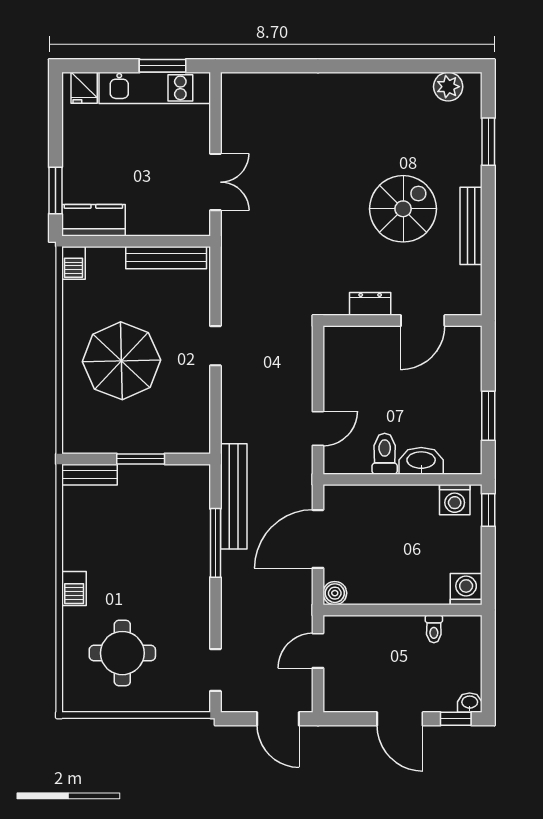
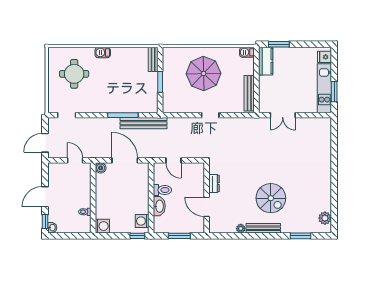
plant: (472, 277) -> (241, 229), added
dresser: (370, 304) -> (214, 184), moved
wall: (402, 321) -> (207, 198), moved
door: (423, 321) -> (207, 207), moved

